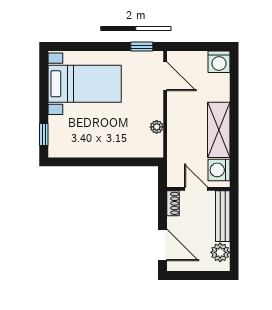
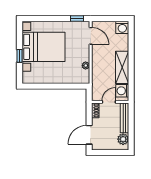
bed with nightstands: (85, 84) -> (44, 47), width x1.36
window: (44, 134) -> (20, 56), moved
door: (196, 189) -> (109, 102), hinge flipped
door: (163, 245) -> (89, 135), swing flipped

